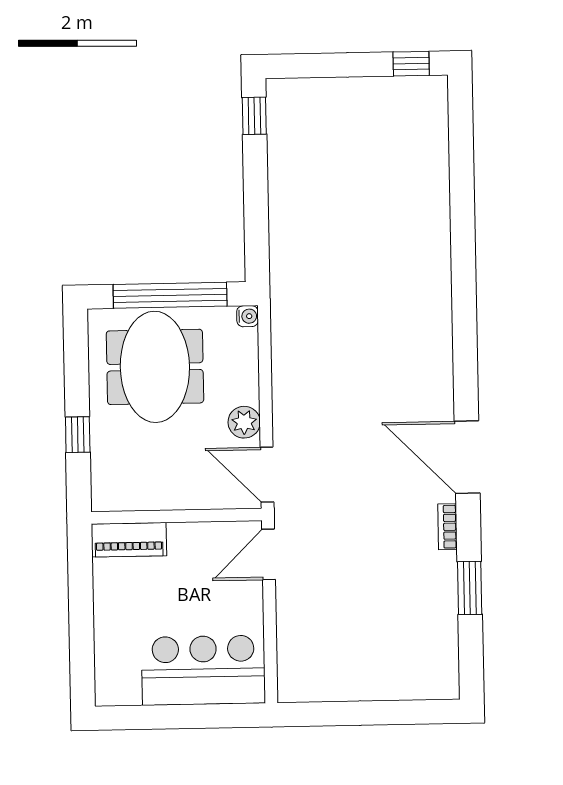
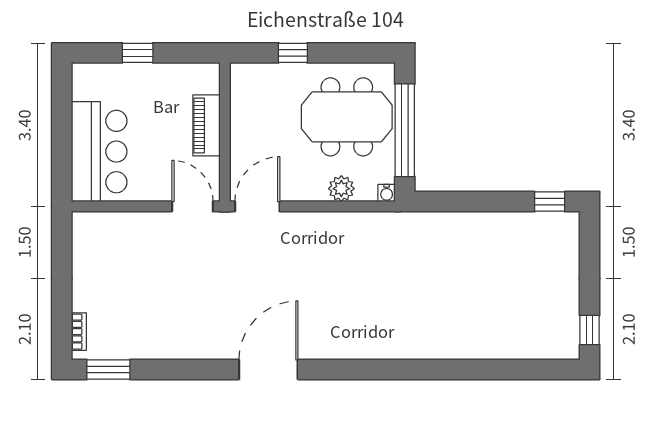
plant: (244, 422) -> (341, 189), moved
bookcase: (447, 527) -> (79, 332), moved, turned 90
piano: (129, 540) -> (206, 125), moved
window: (470, 588) -> (108, 370), moved
window: (81, 625) -> (138, 53), added

